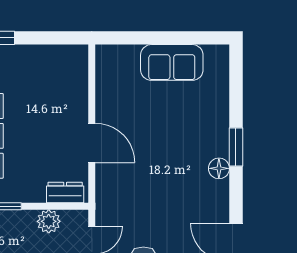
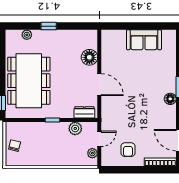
floor lamp: (74, 94) -> (89, 57), added

